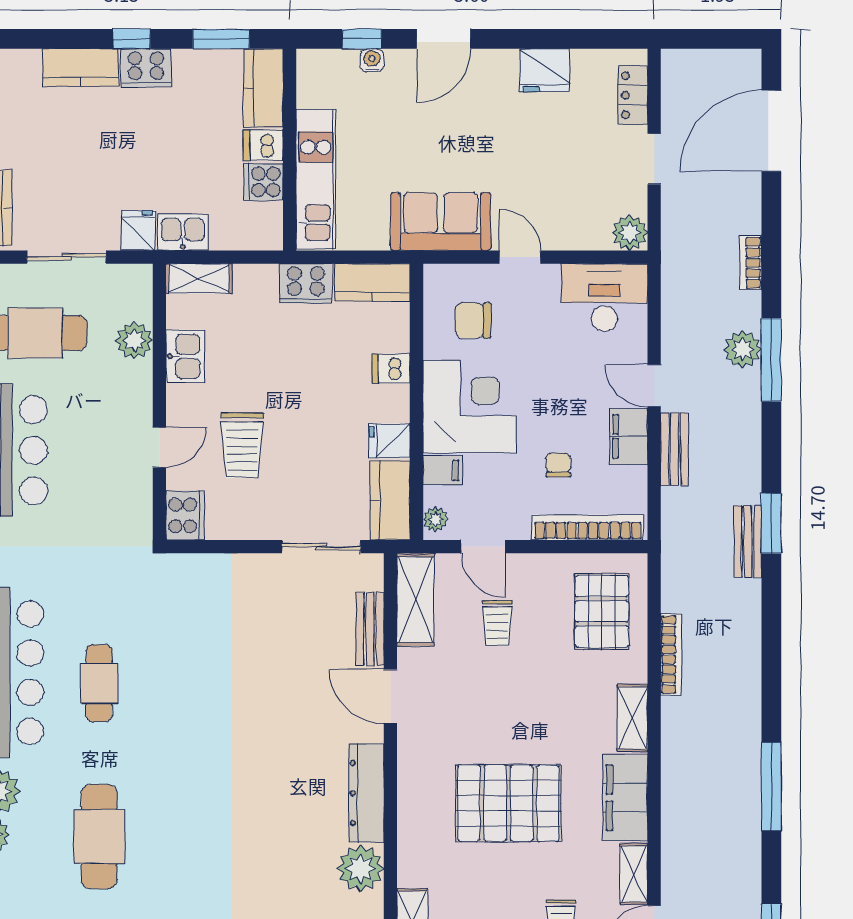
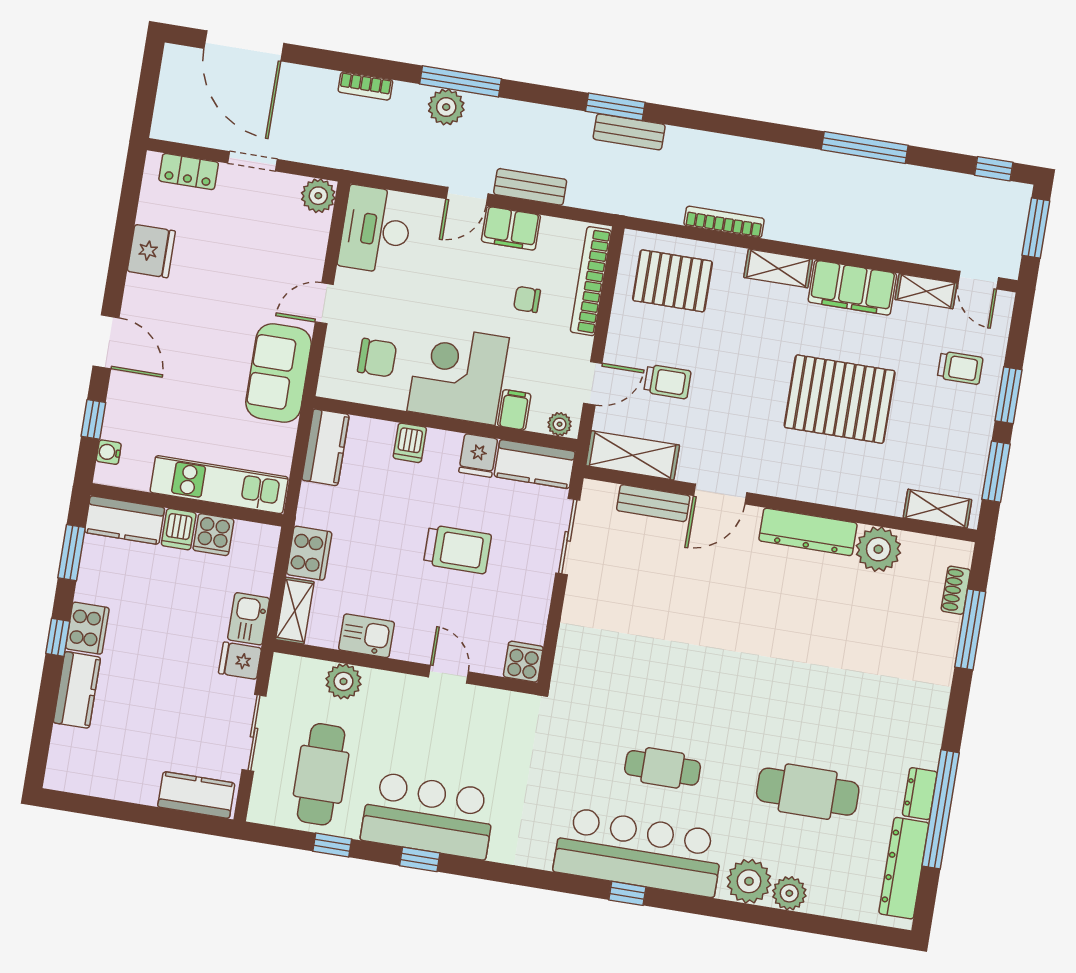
water cooler: (372, 60) -> (109, 452), moved
cooker: (306, 283) -> (309, 553), moved
chair: (473, 320) -> (377, 358), turned -90
trolley: (242, 445) -> (457, 549), moved
cooker: (185, 515) -> (523, 662), width x0.73
pallet: (508, 803) -> (840, 399), turned 90

